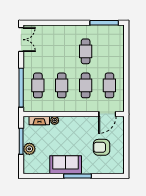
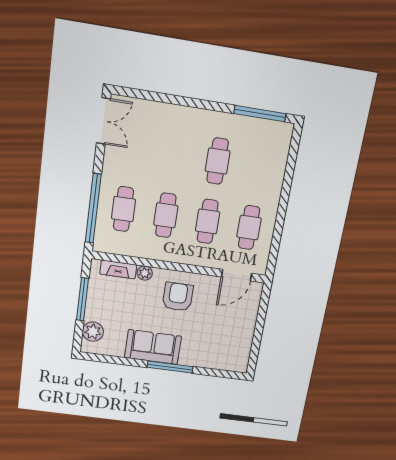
armchair: (102, 147) -> (178, 297), moved, turned 90
plant: (29, 149) -> (93, 332), moved

